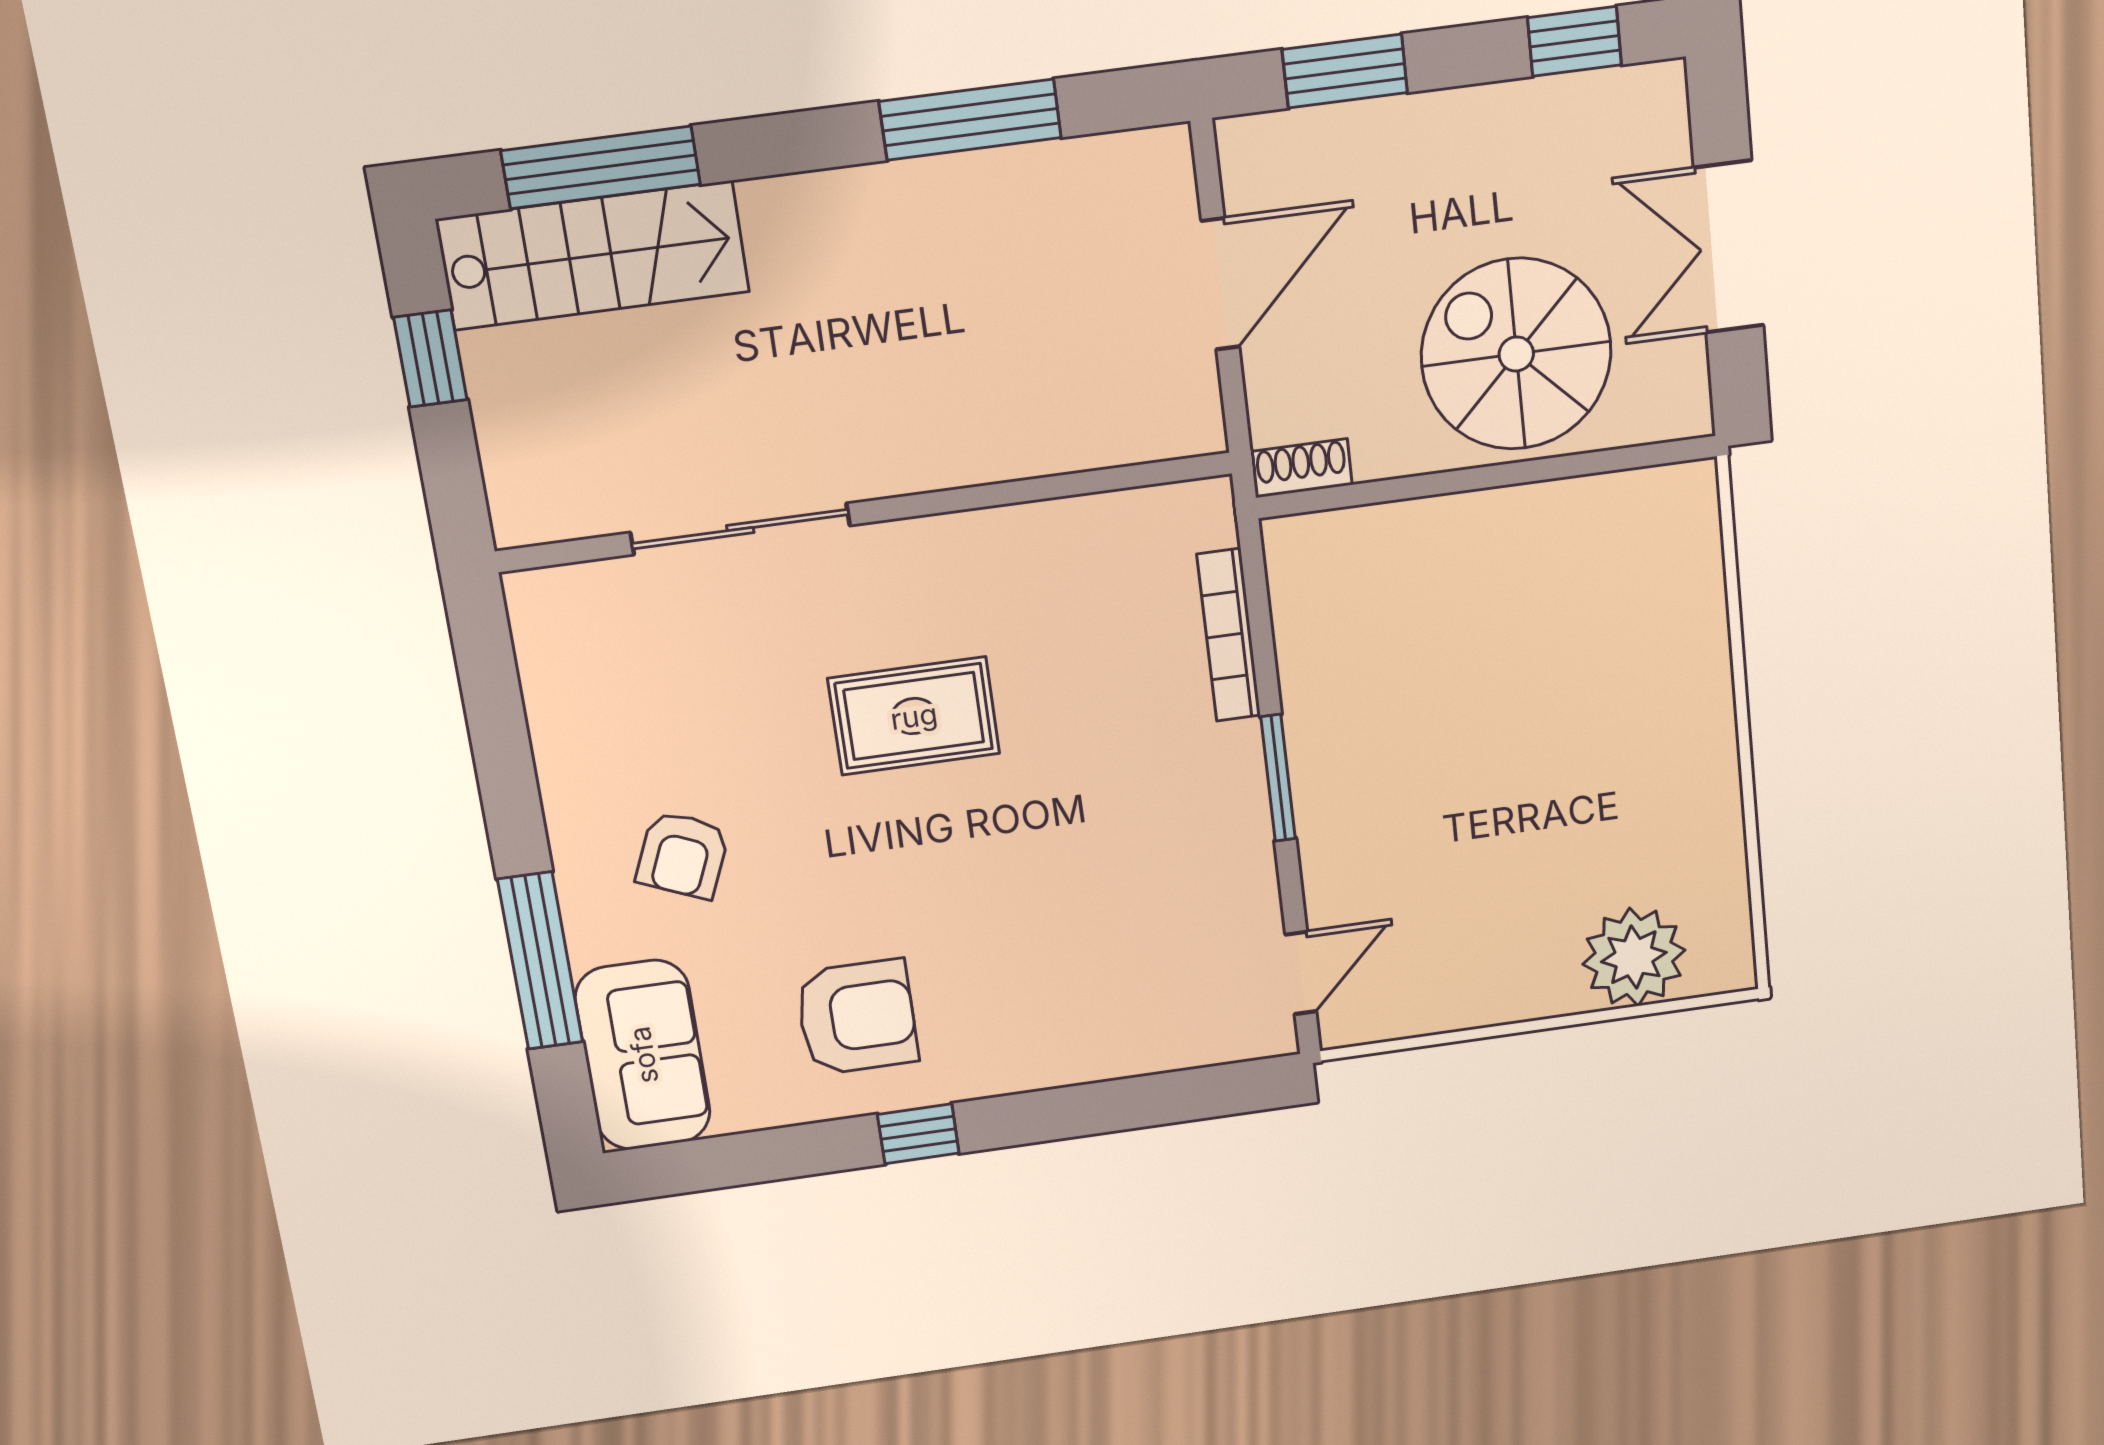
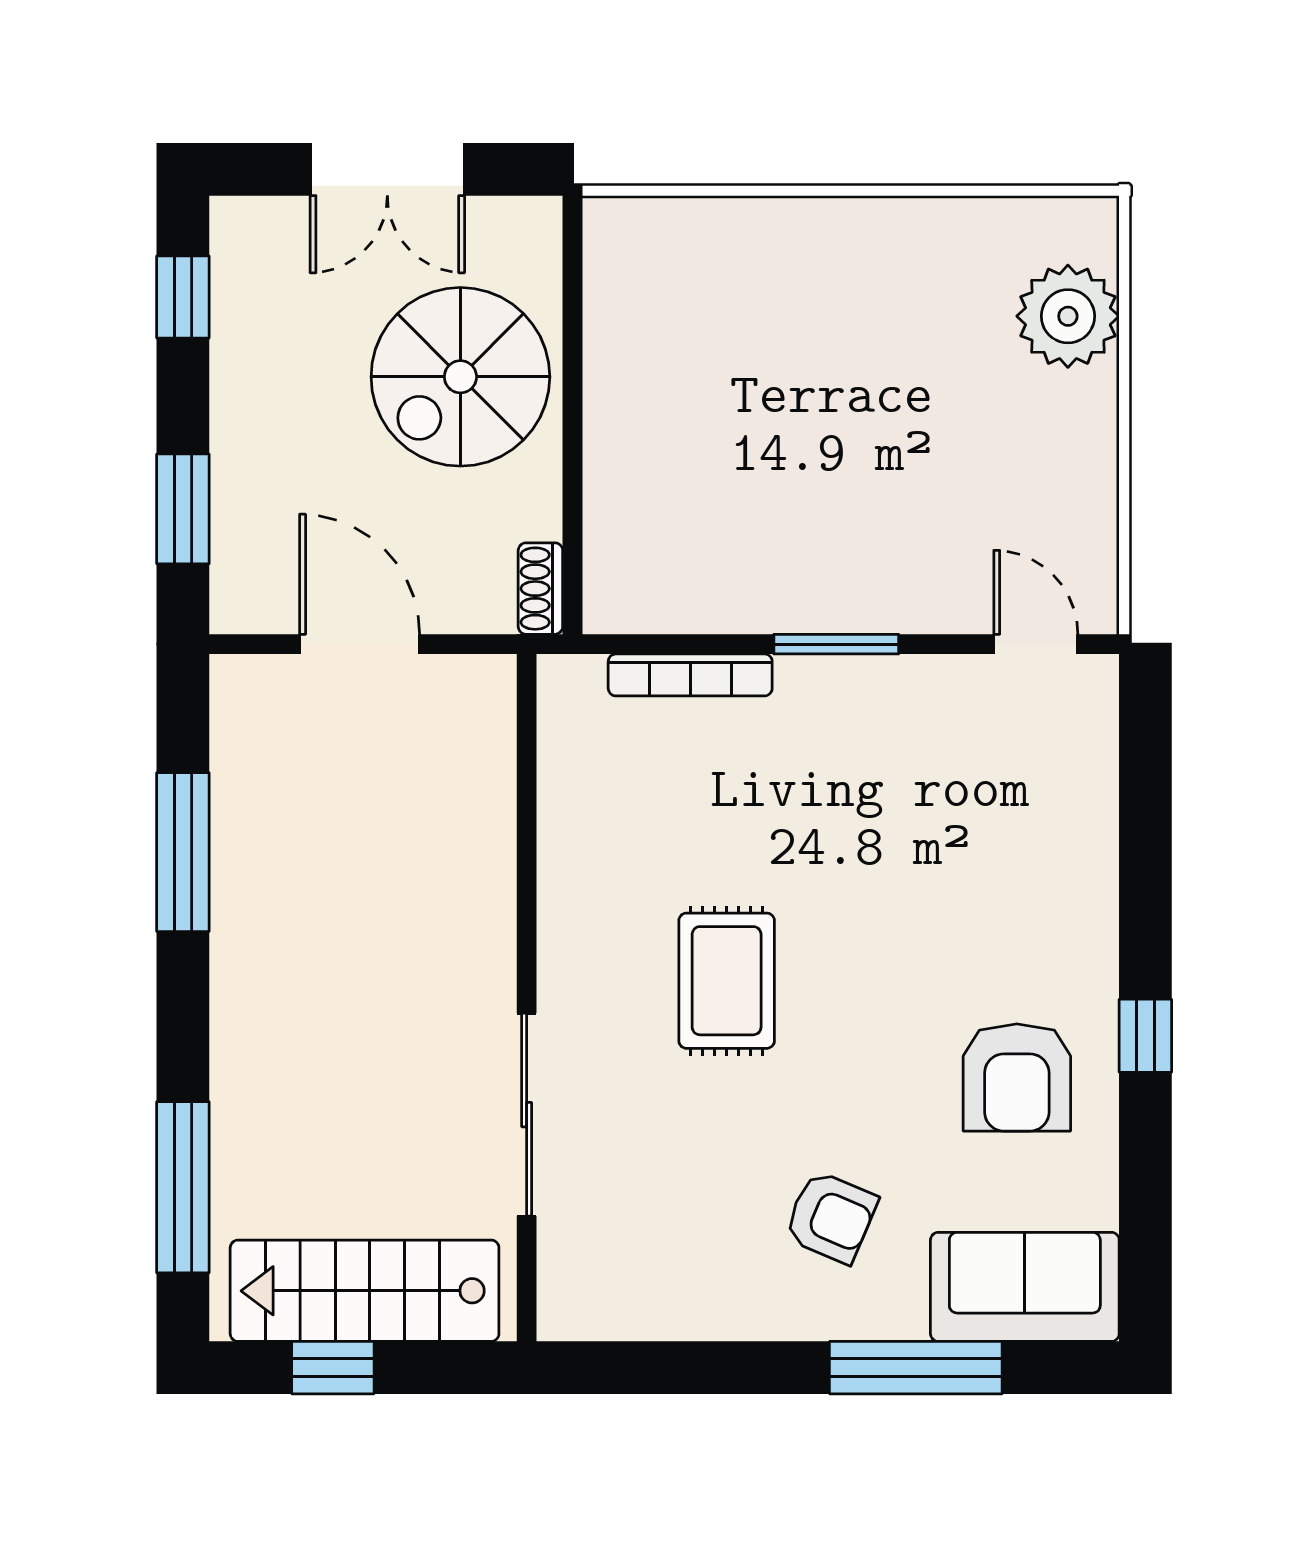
stairs: (593, 256) -> (365, 1291), moved, turned -90
armchair: (857, 1017) -> (1017, 1077), turned 180

